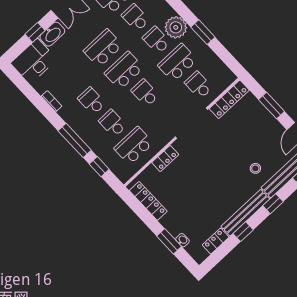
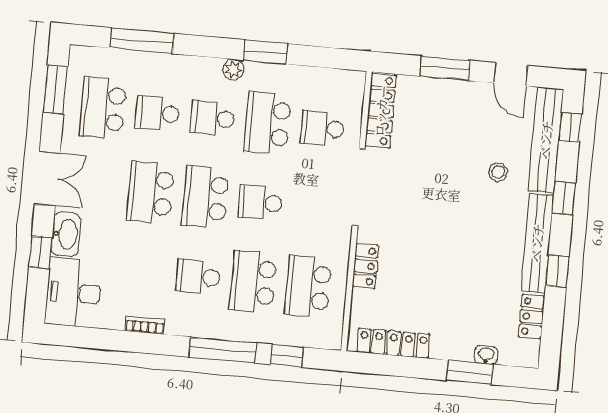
plant: (176, 27) -> (233, 70), width x0.53, depth x0.53
school desk: (113, 123) -> (253, 282), width x1.85

